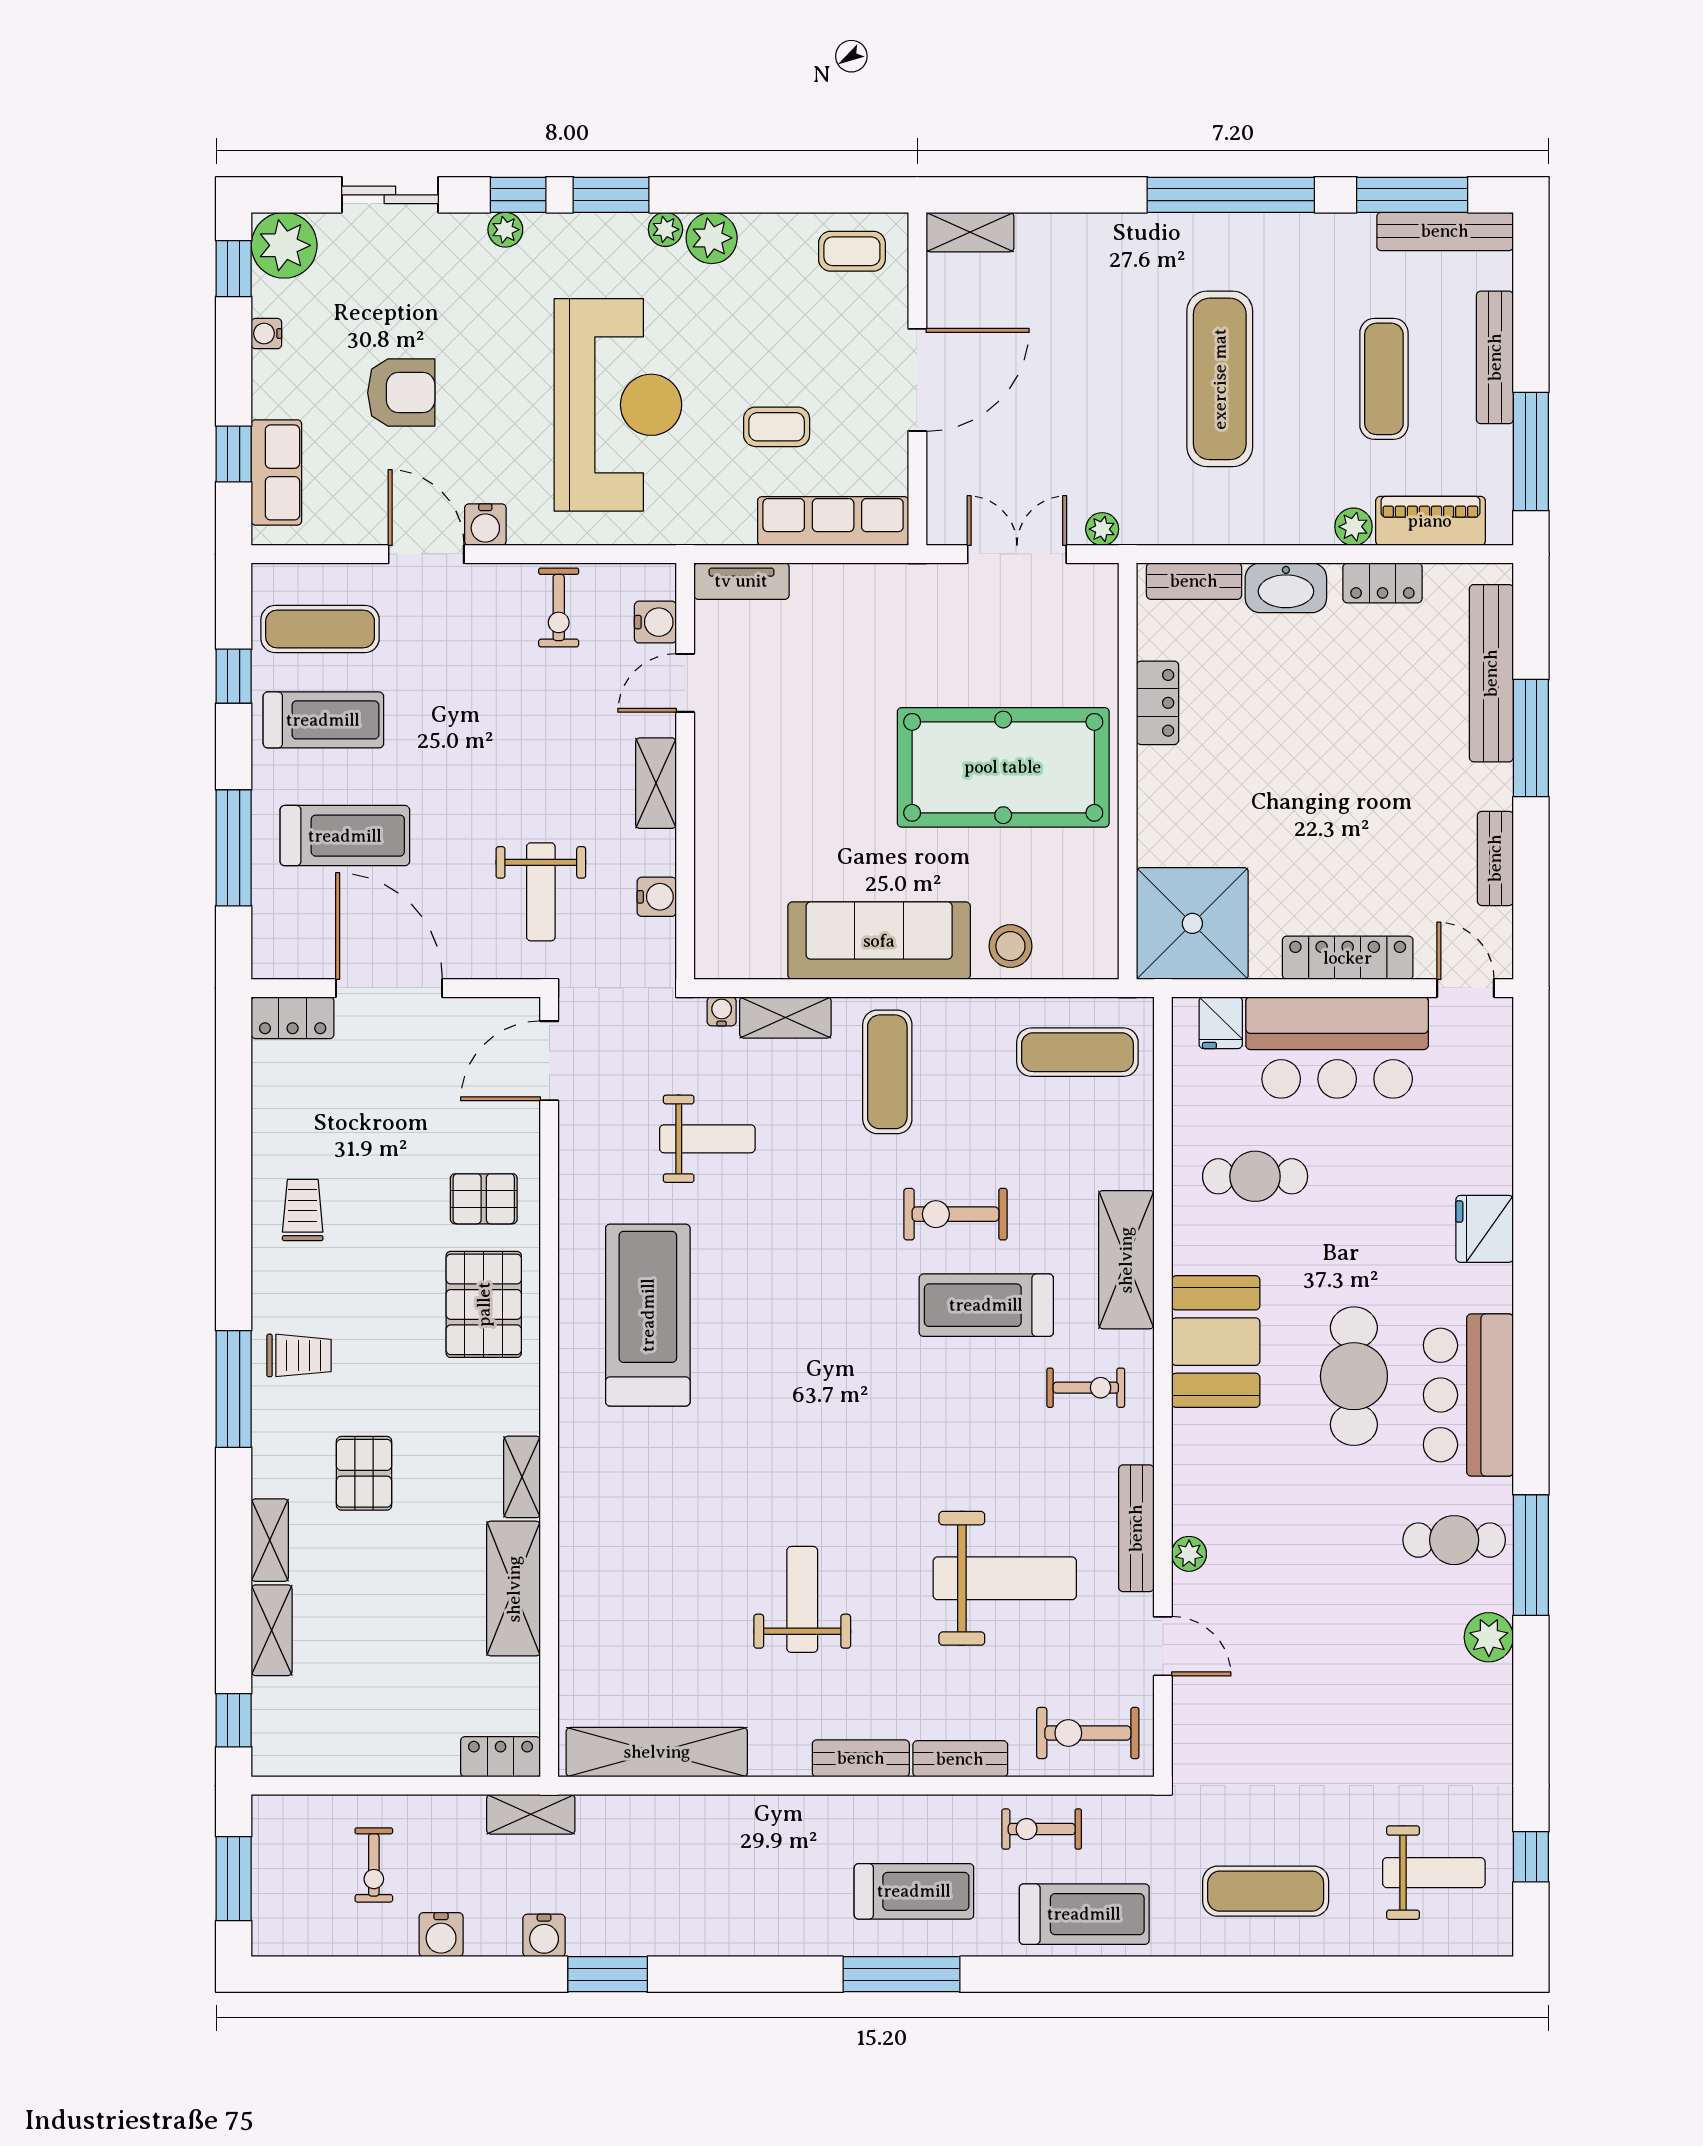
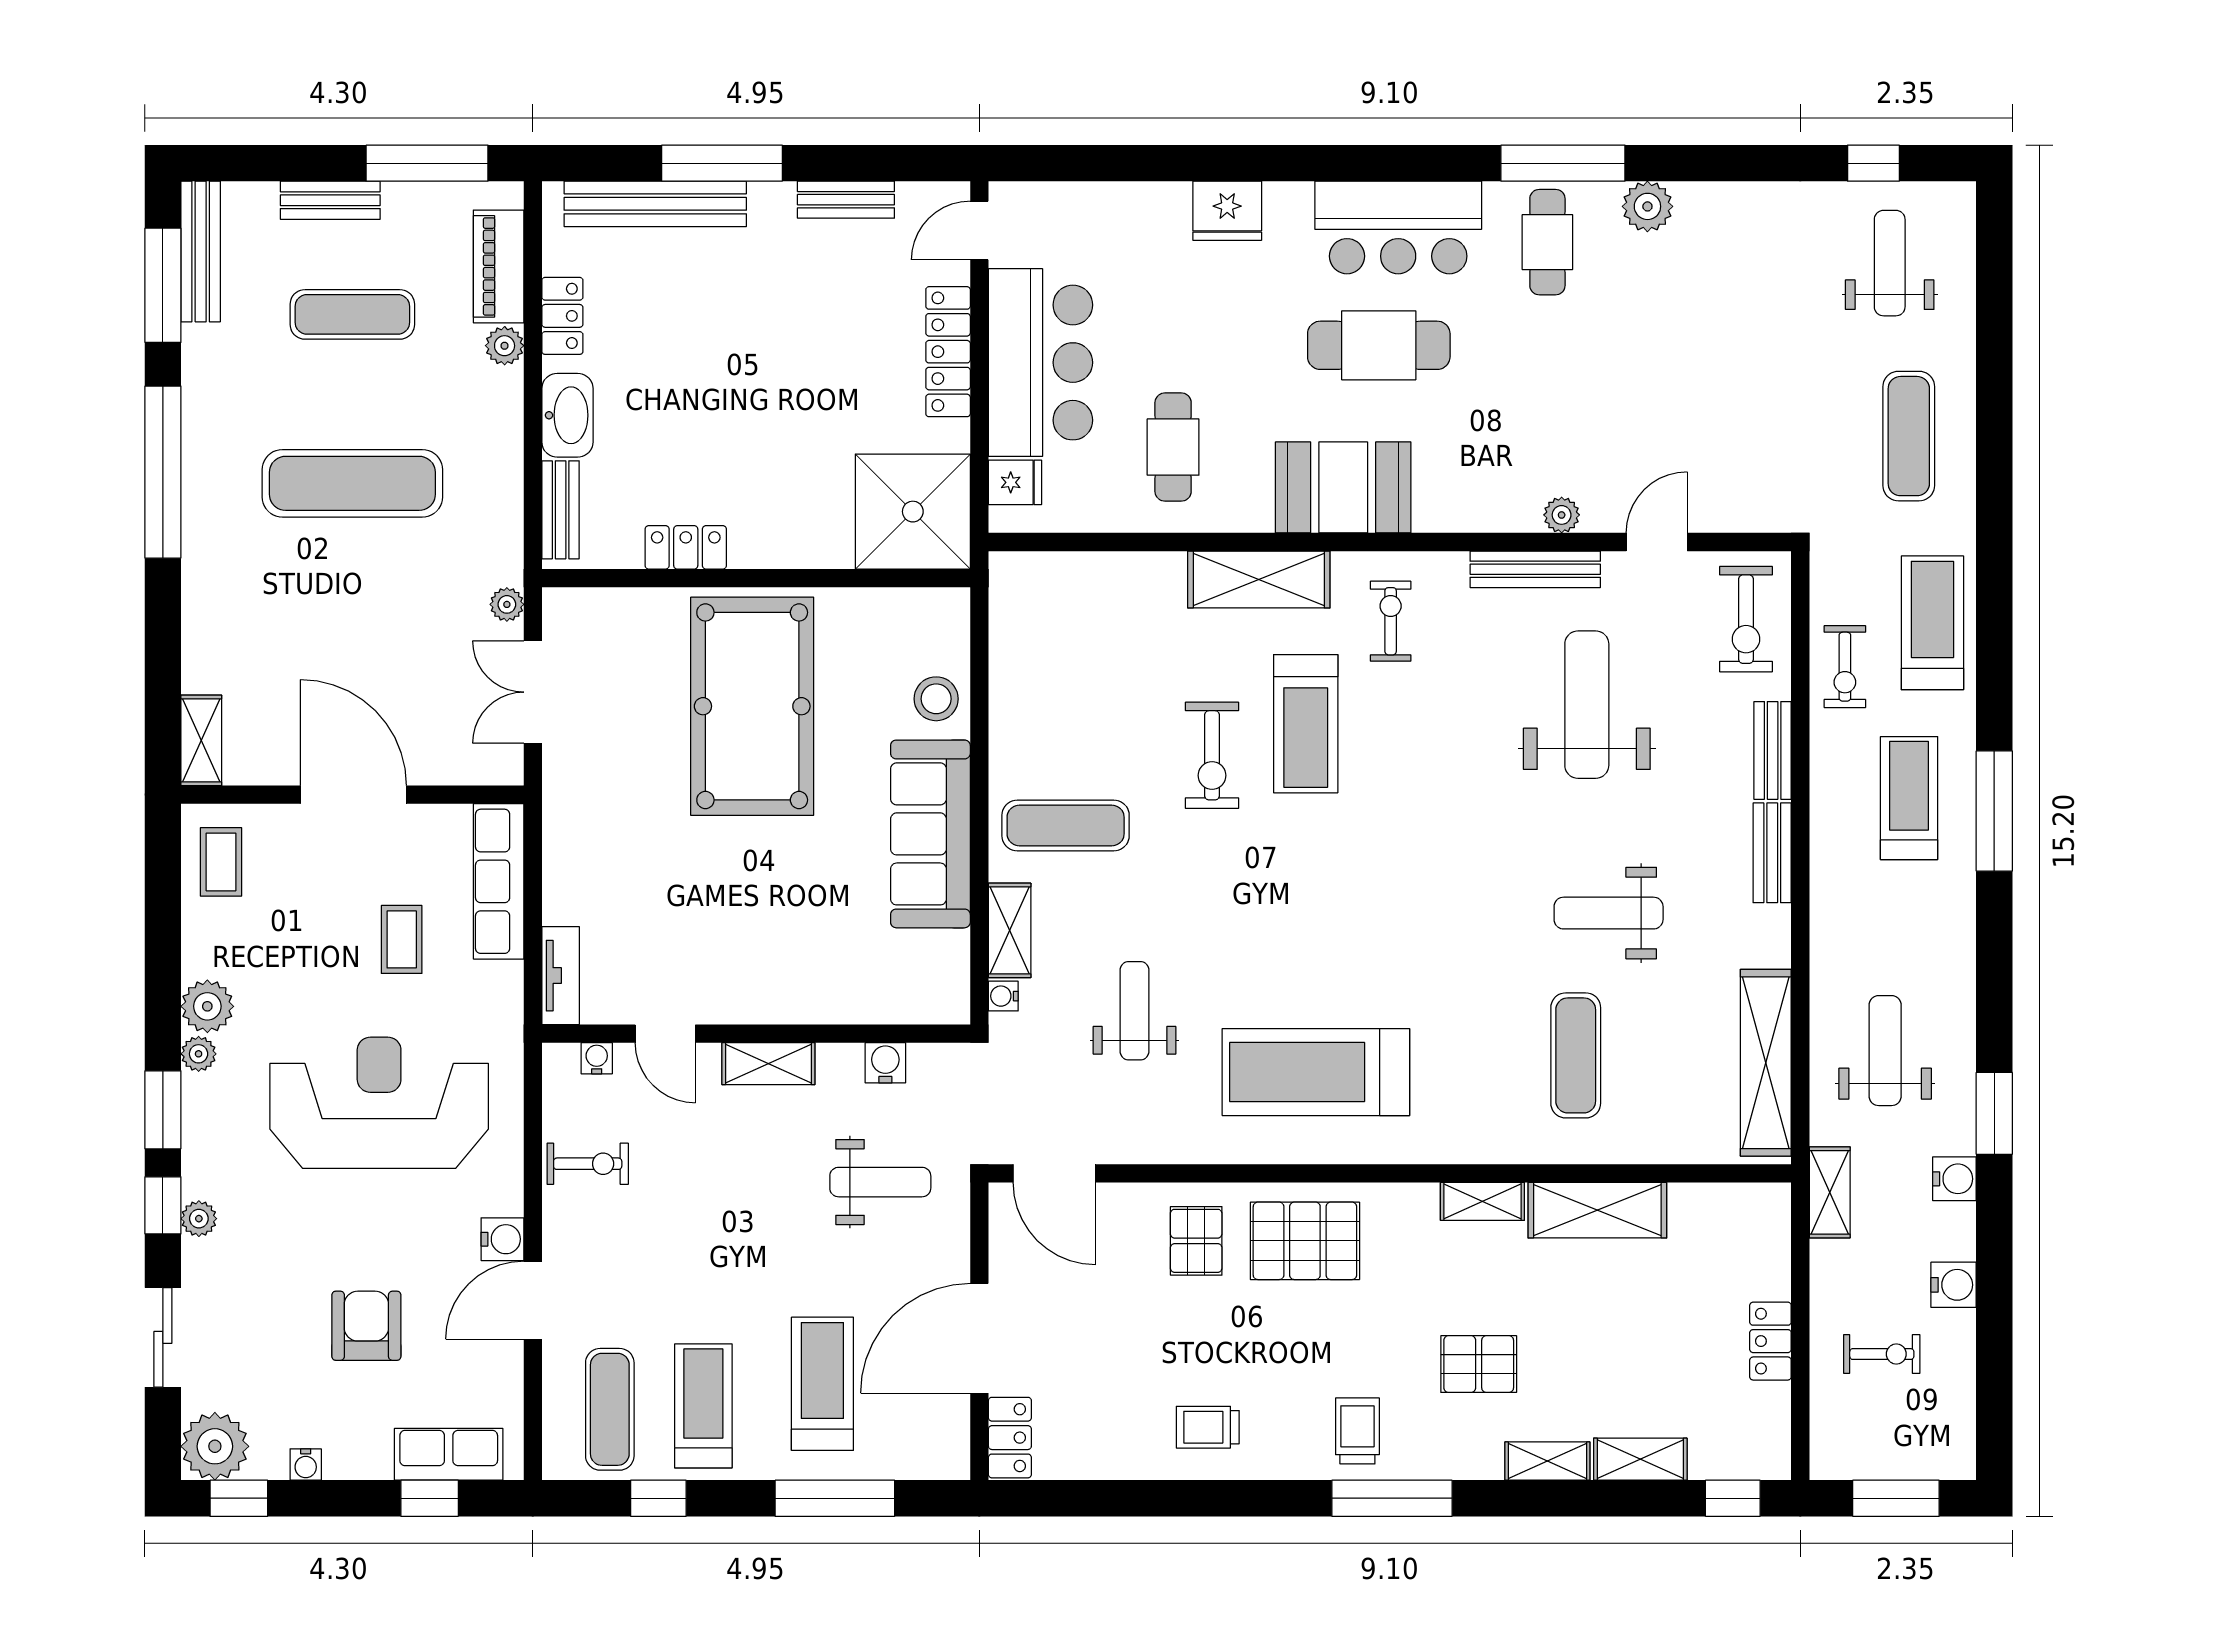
bench: (1495, 357) -> (330, 200), width x0.73
water cooler: (655, 622) -> (597, 1058), width x0.72, depth x0.72
exercise mat: (1077, 1052) -> (1576, 1055), moved
locker: (501, 1757) -> (1770, 1341), moved
weight bench: (669, 1868) -> (1885, 1051), added

